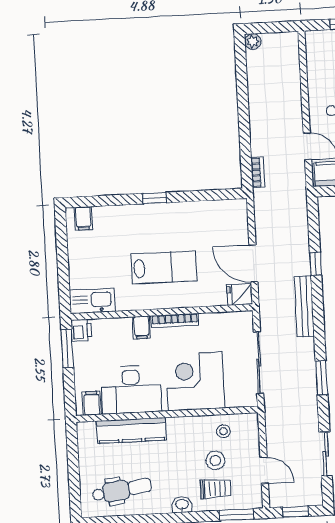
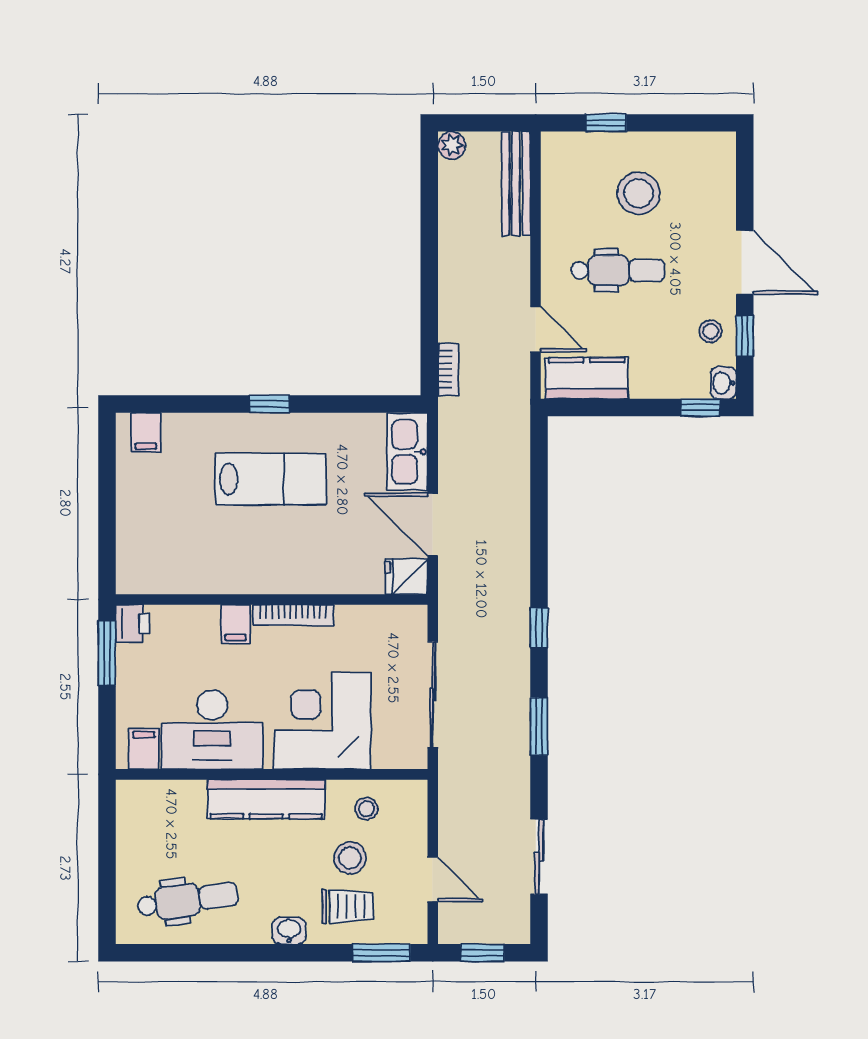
window: (316, 264) -> (539, 628), moved
lab bench: (164, 267) -> (271, 479), moved
kitchen sink: (92, 301) -> (407, 452), moved, turned -90
bench: (304, 306) -> (516, 184), moved
kitchen counter: (131, 430) -> (266, 799), moved

